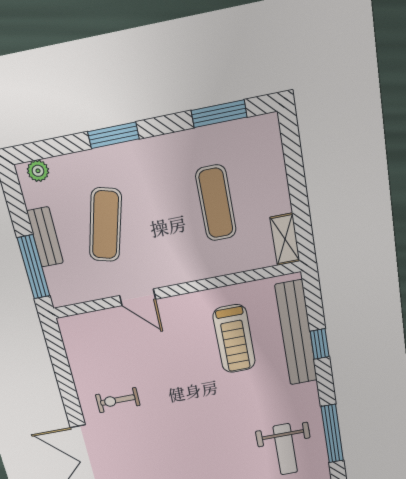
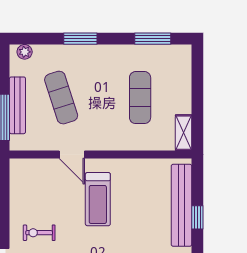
exercise mat: (105, 225) -> (61, 98), turned -33
bench: (45, 237) -> (17, 105), width x1.36
treadmill: (234, 339) -> (98, 199), moved

